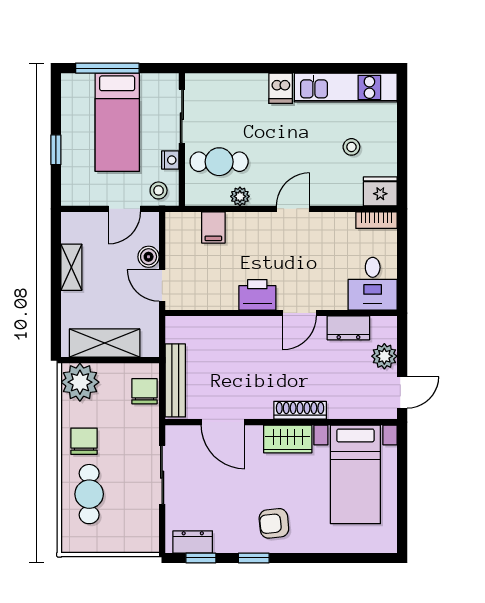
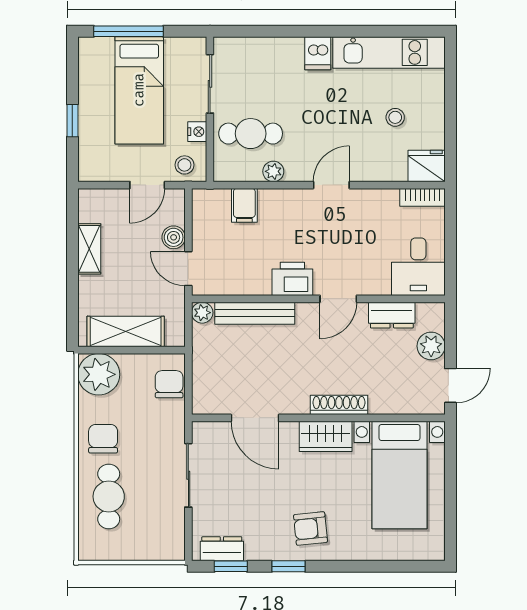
plant: (175, 326) -> (202, 313), added
bench: (175, 380) -> (255, 313), moved, turned 90

